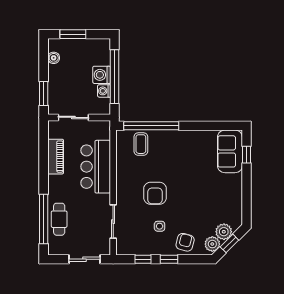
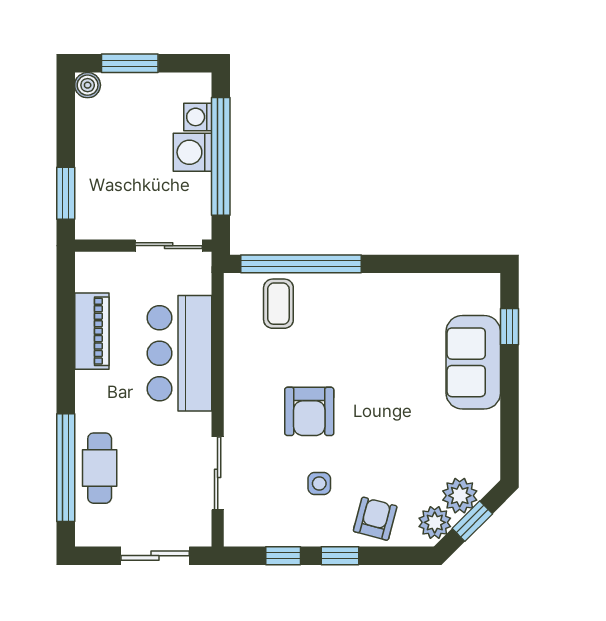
boiler: (54, 58) -> (88, 85), moved
washing machine: (104, 91) -> (198, 117), moved
sliding door: (73, 117) -> (169, 246), moved
sofa: (230, 151) -> (473, 362), moved

